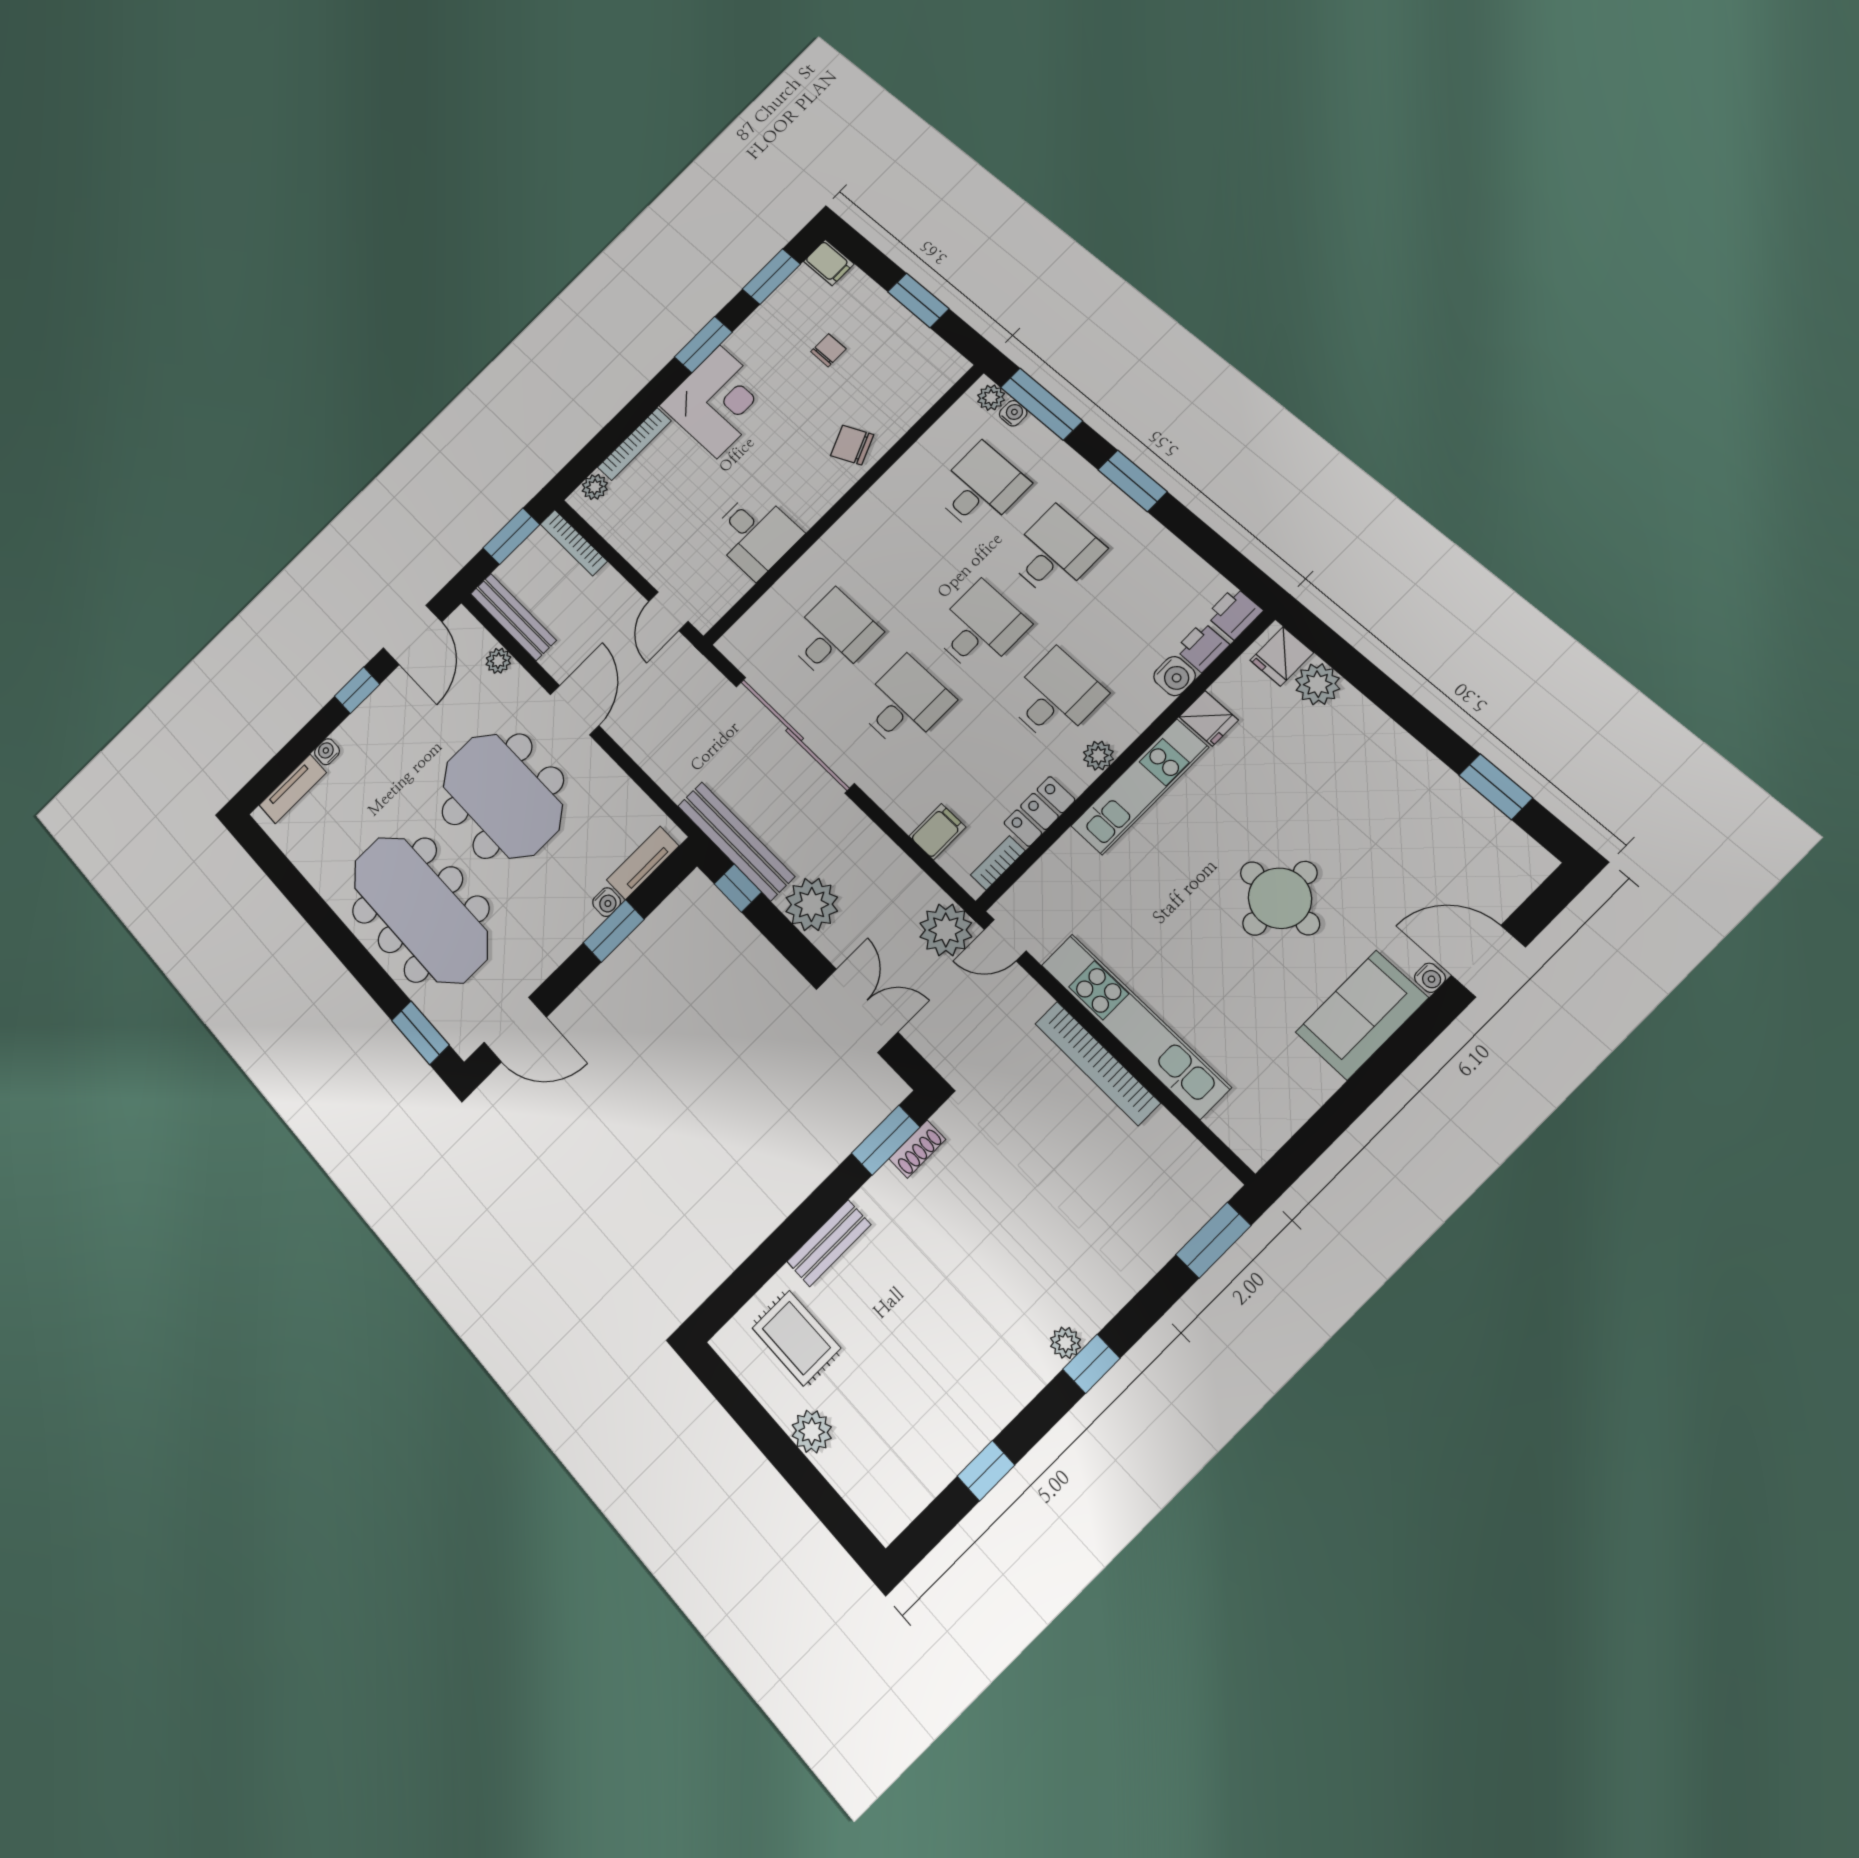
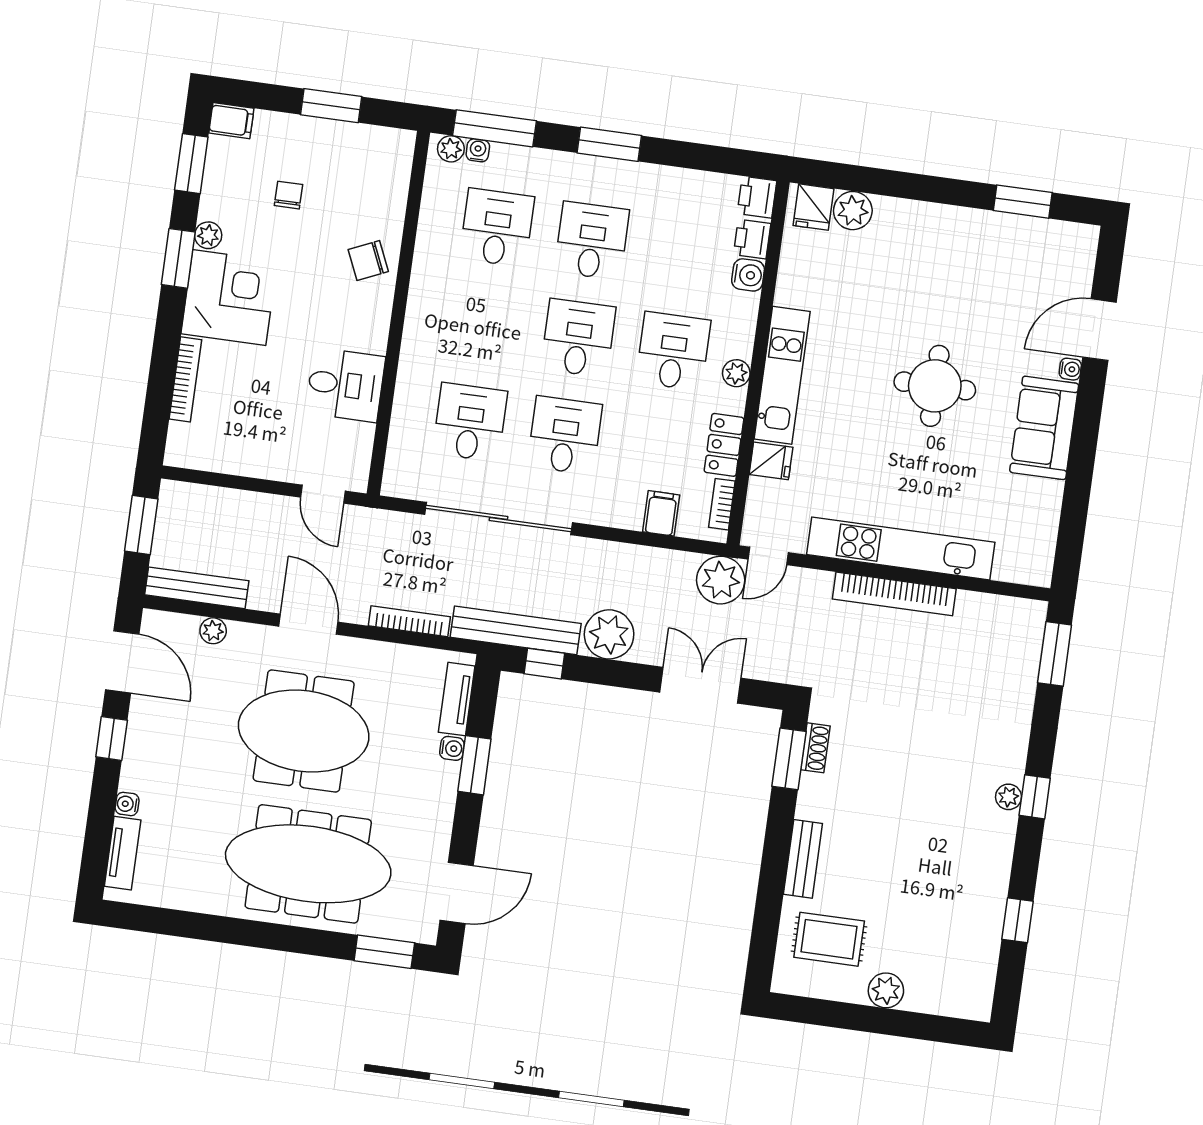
plant: (595, 487) -> (208, 235), moved
bookcase: (574, 543) -> (409, 621), moved, turned 180
fridge: (1209, 718) -> (771, 461), moved

